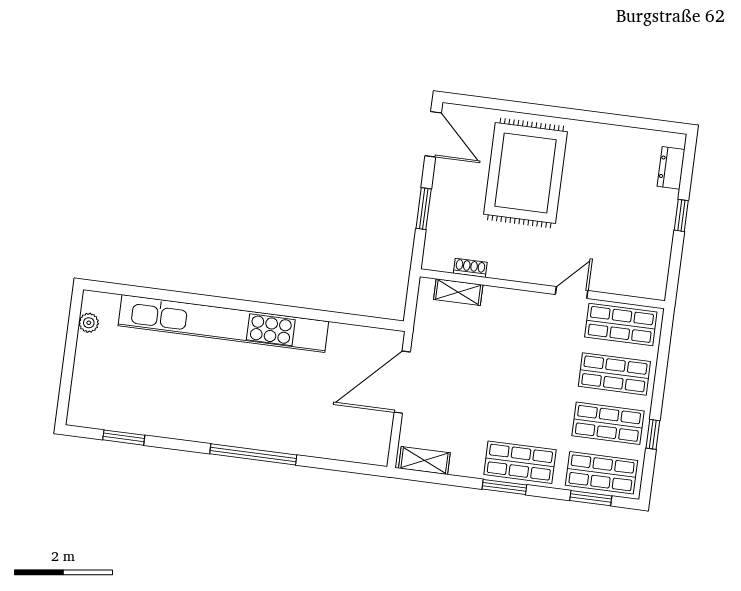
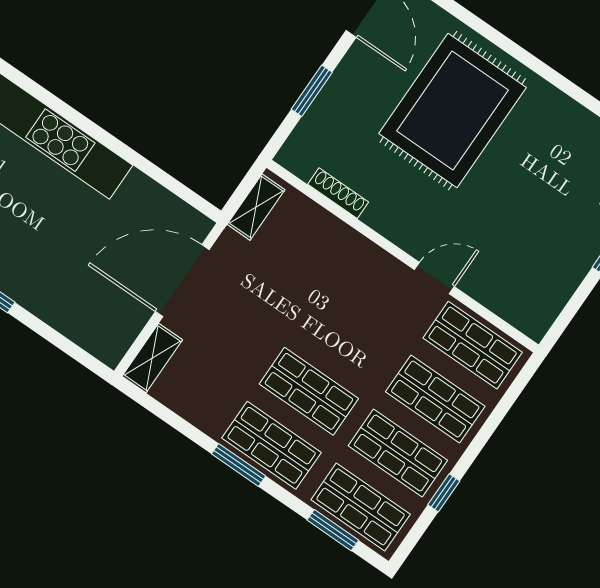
shoe rack: (470, 268) -> (338, 193), width x1.43
shelving: (458, 292) -> (256, 207), moved, turned 90
shop shelf: (526, 413) -> (309, 391), added
shelving: (424, 461) -> (152, 358), moved, turned 90

